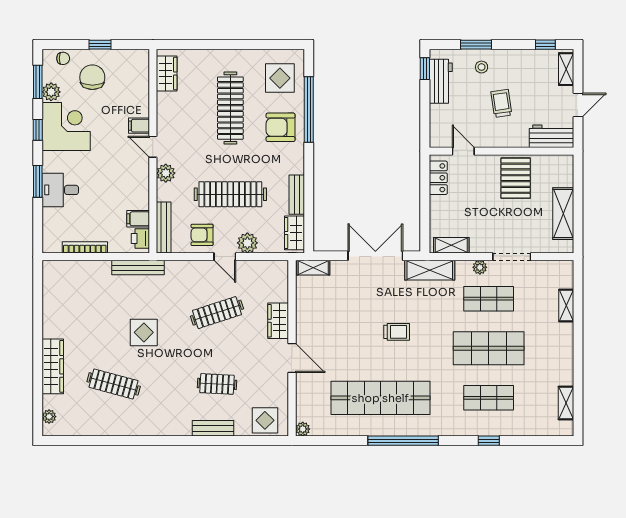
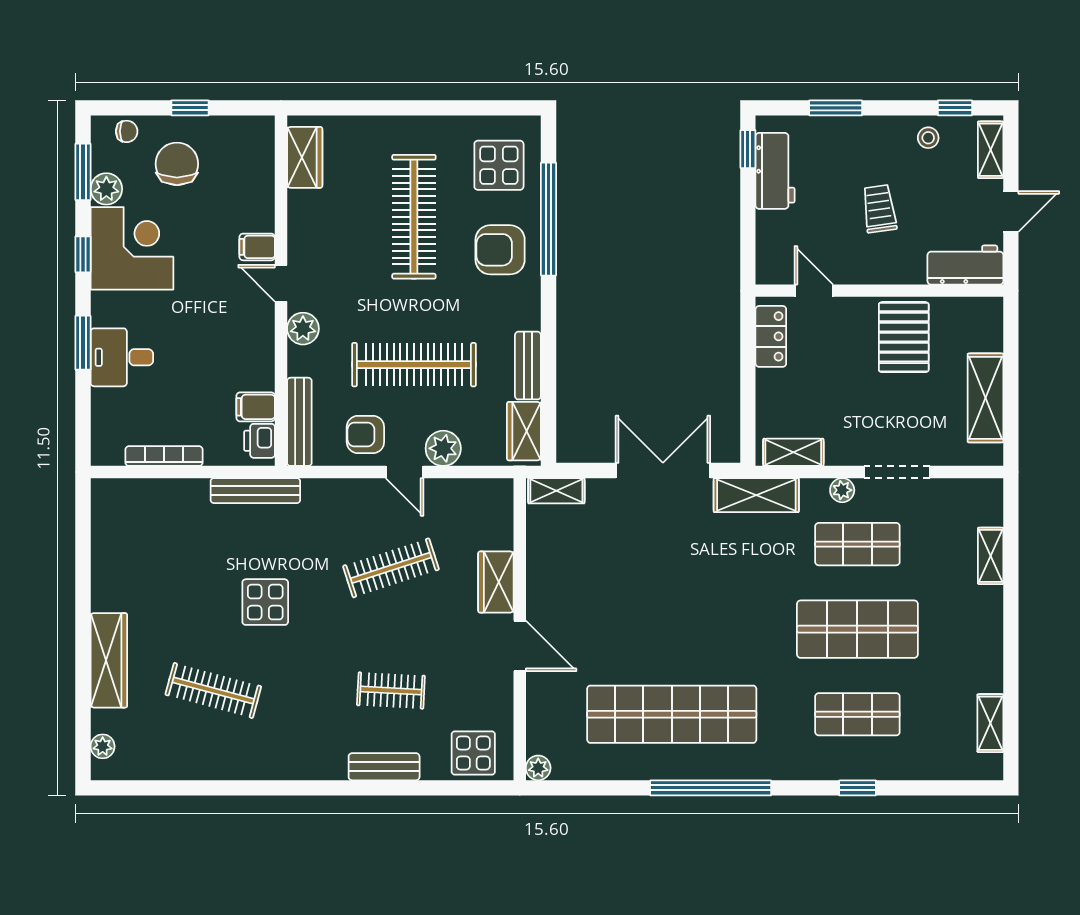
stool: (482, 67) -> (928, 138), moved
trolley: (397, 332) -> (700, 601), removed

